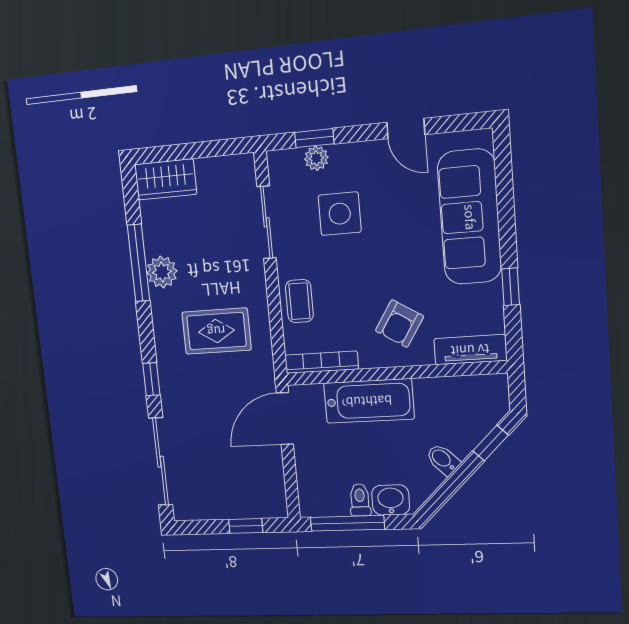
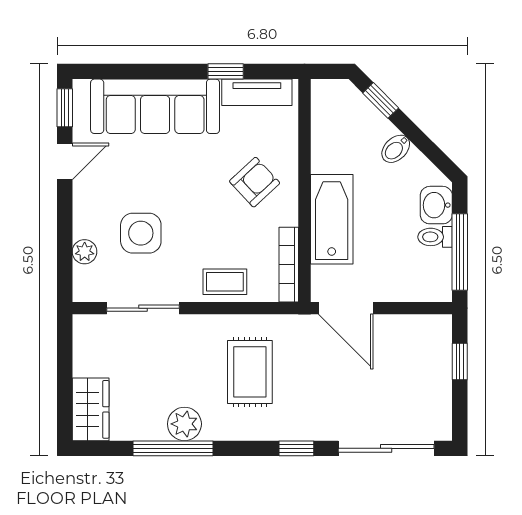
window: (314, 138) -> (65, 108), moved
armchair: (399, 324) -> (255, 182), turned -75
tv unit: (470, 350) -> (257, 92), moved, turned -90

